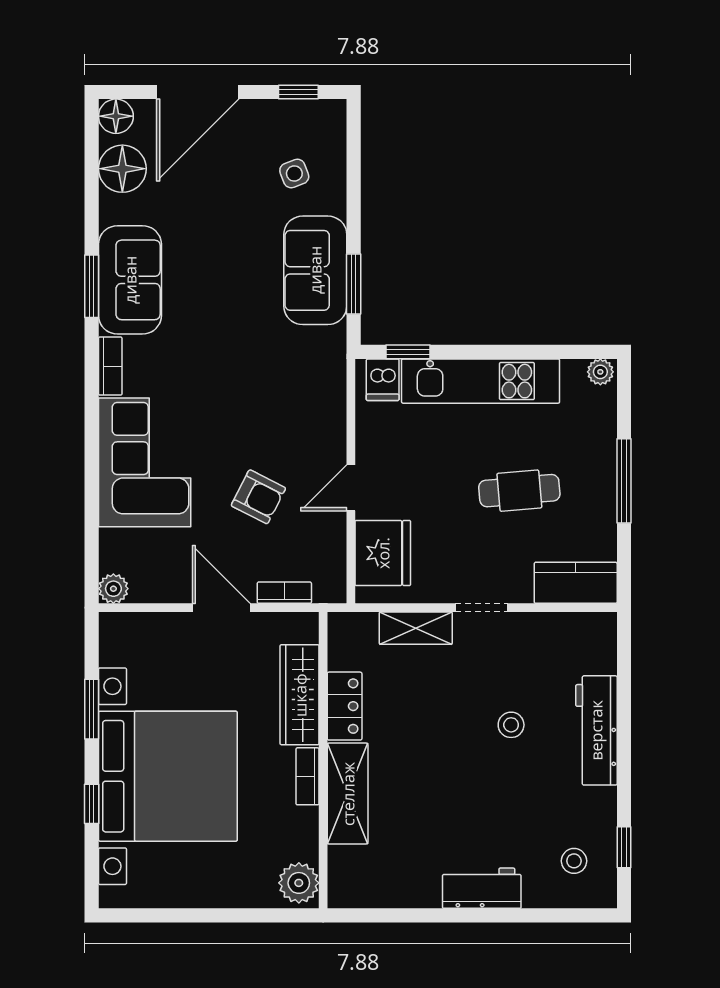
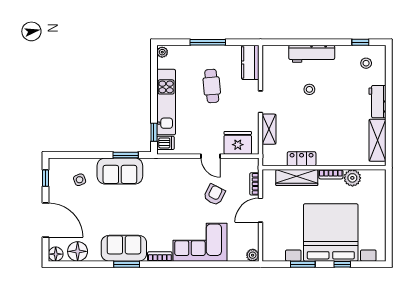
shelving: (348, 794) -> (377, 140), moved, turned 90
plant: (299, 883) -> (352, 178), moved

